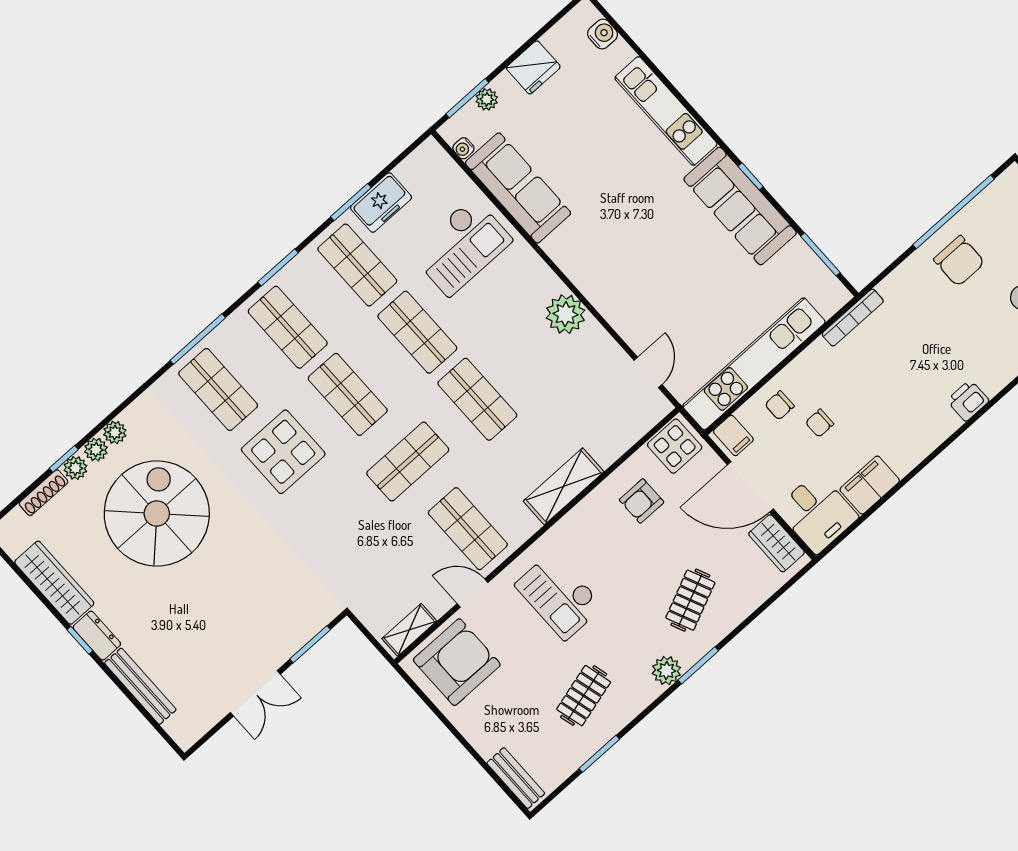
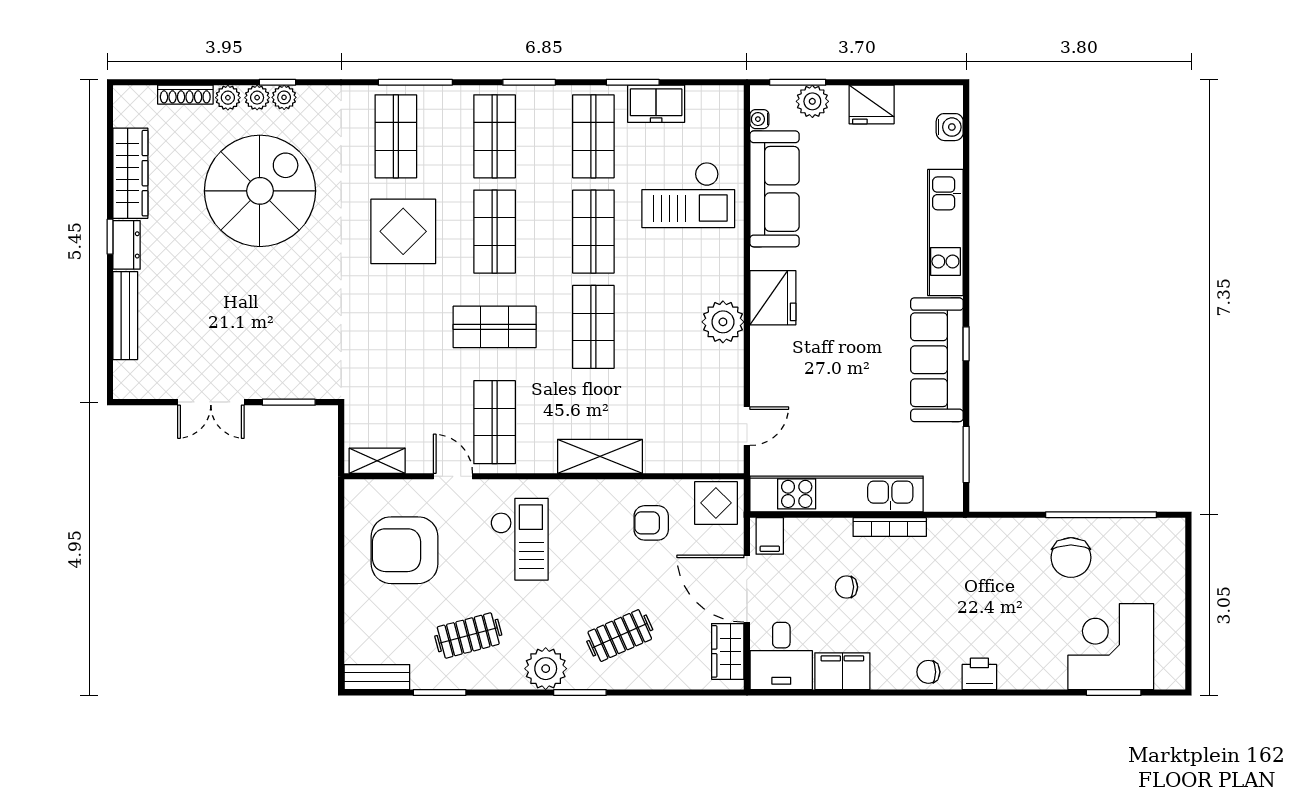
plant: (487, 99) -> (812, 101), width x1.38, depth x1.38
fridge: (585, 266) -> (773, 298), added
bookcase: (853, 318) -> (890, 527), moved
chair: (779, 405) -> (928, 672), moved
window: (64, 459) -> (277, 82), moved
checkout: (559, 595) -> (519, 539), turned 180
armchair: (457, 662) -> (405, 550), moved, turned 180
plant: (666, 671) -> (546, 669), width x1.36, depth x1.36
bench: (516, 778) -> (377, 677), moved, turned 90

